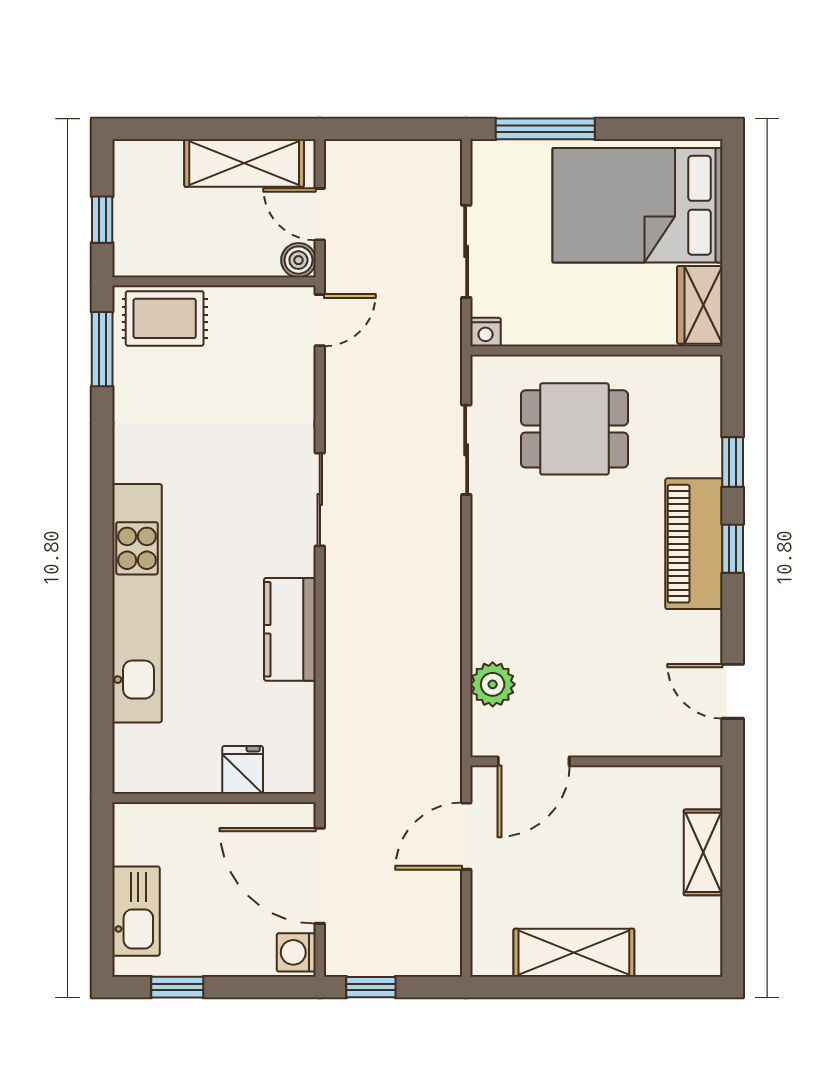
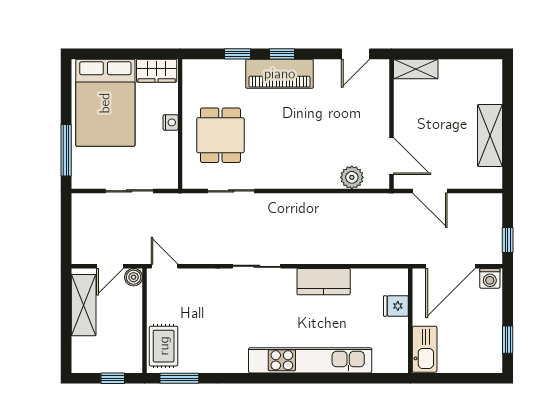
nightstand: (485, 332) -> (171, 122), moved
shelving: (703, 852) -> (416, 69), moved
kitchen sink: (136, 911) -> (425, 349), moved, turned 90

